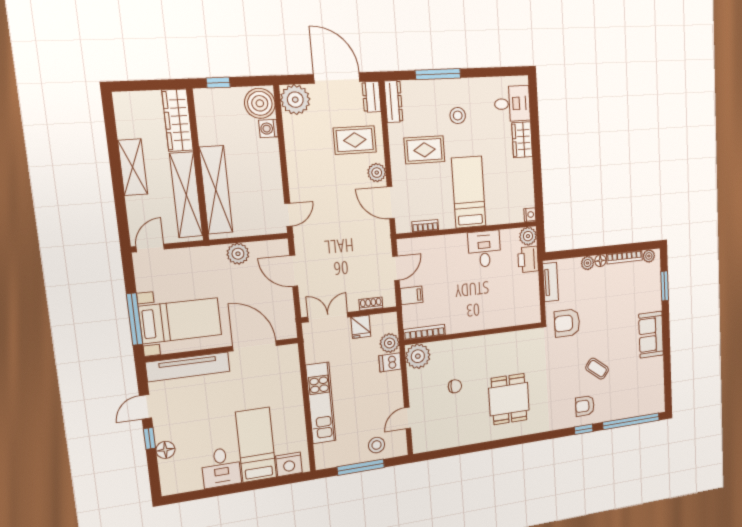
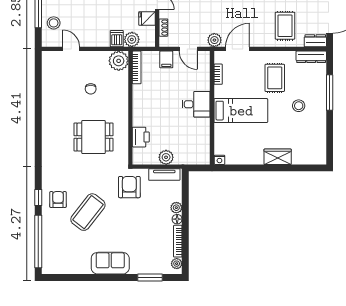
desk: (512, 104) -> (305, 150), removed
plant: (377, 173) -> (214, 40), moved
plant: (528, 236) -> (166, 157), moved
desk: (484, 249) -> (196, 104), moved
printer: (528, 259) -> (141, 137), moved, turned 90
coffee table: (597, 369) -> (88, 212), width x1.86, depth x1.72
dining table: (509, 399) -> (93, 137), moved

